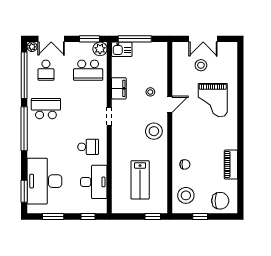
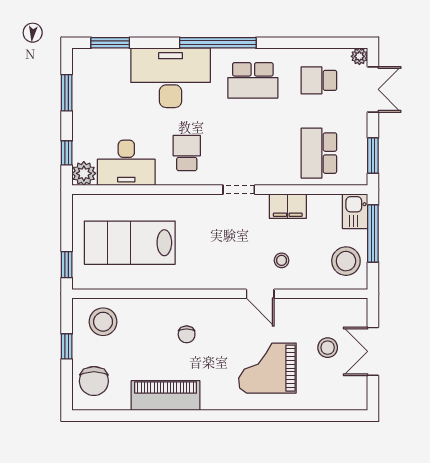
double door: (51, 39) -> (373, 89), swing flipped
plant: (100, 49) -> (84, 173), moved
window: (24, 75) -> (310, 43), removed
school desk: (46, 109) -> (253, 80), turned 90
stool: (154, 131) -> (346, 261), moved
school desk: (88, 147) -> (187, 153), turned 180
chair: (185, 164) -> (187, 334), moved
piano: (231, 165) -> (166, 396), width x1.37, depth x1.33
lab bench: (140, 180) -> (130, 243), width x1.36, depth x1.39
desk: (44, 181) -> (171, 78), moved

